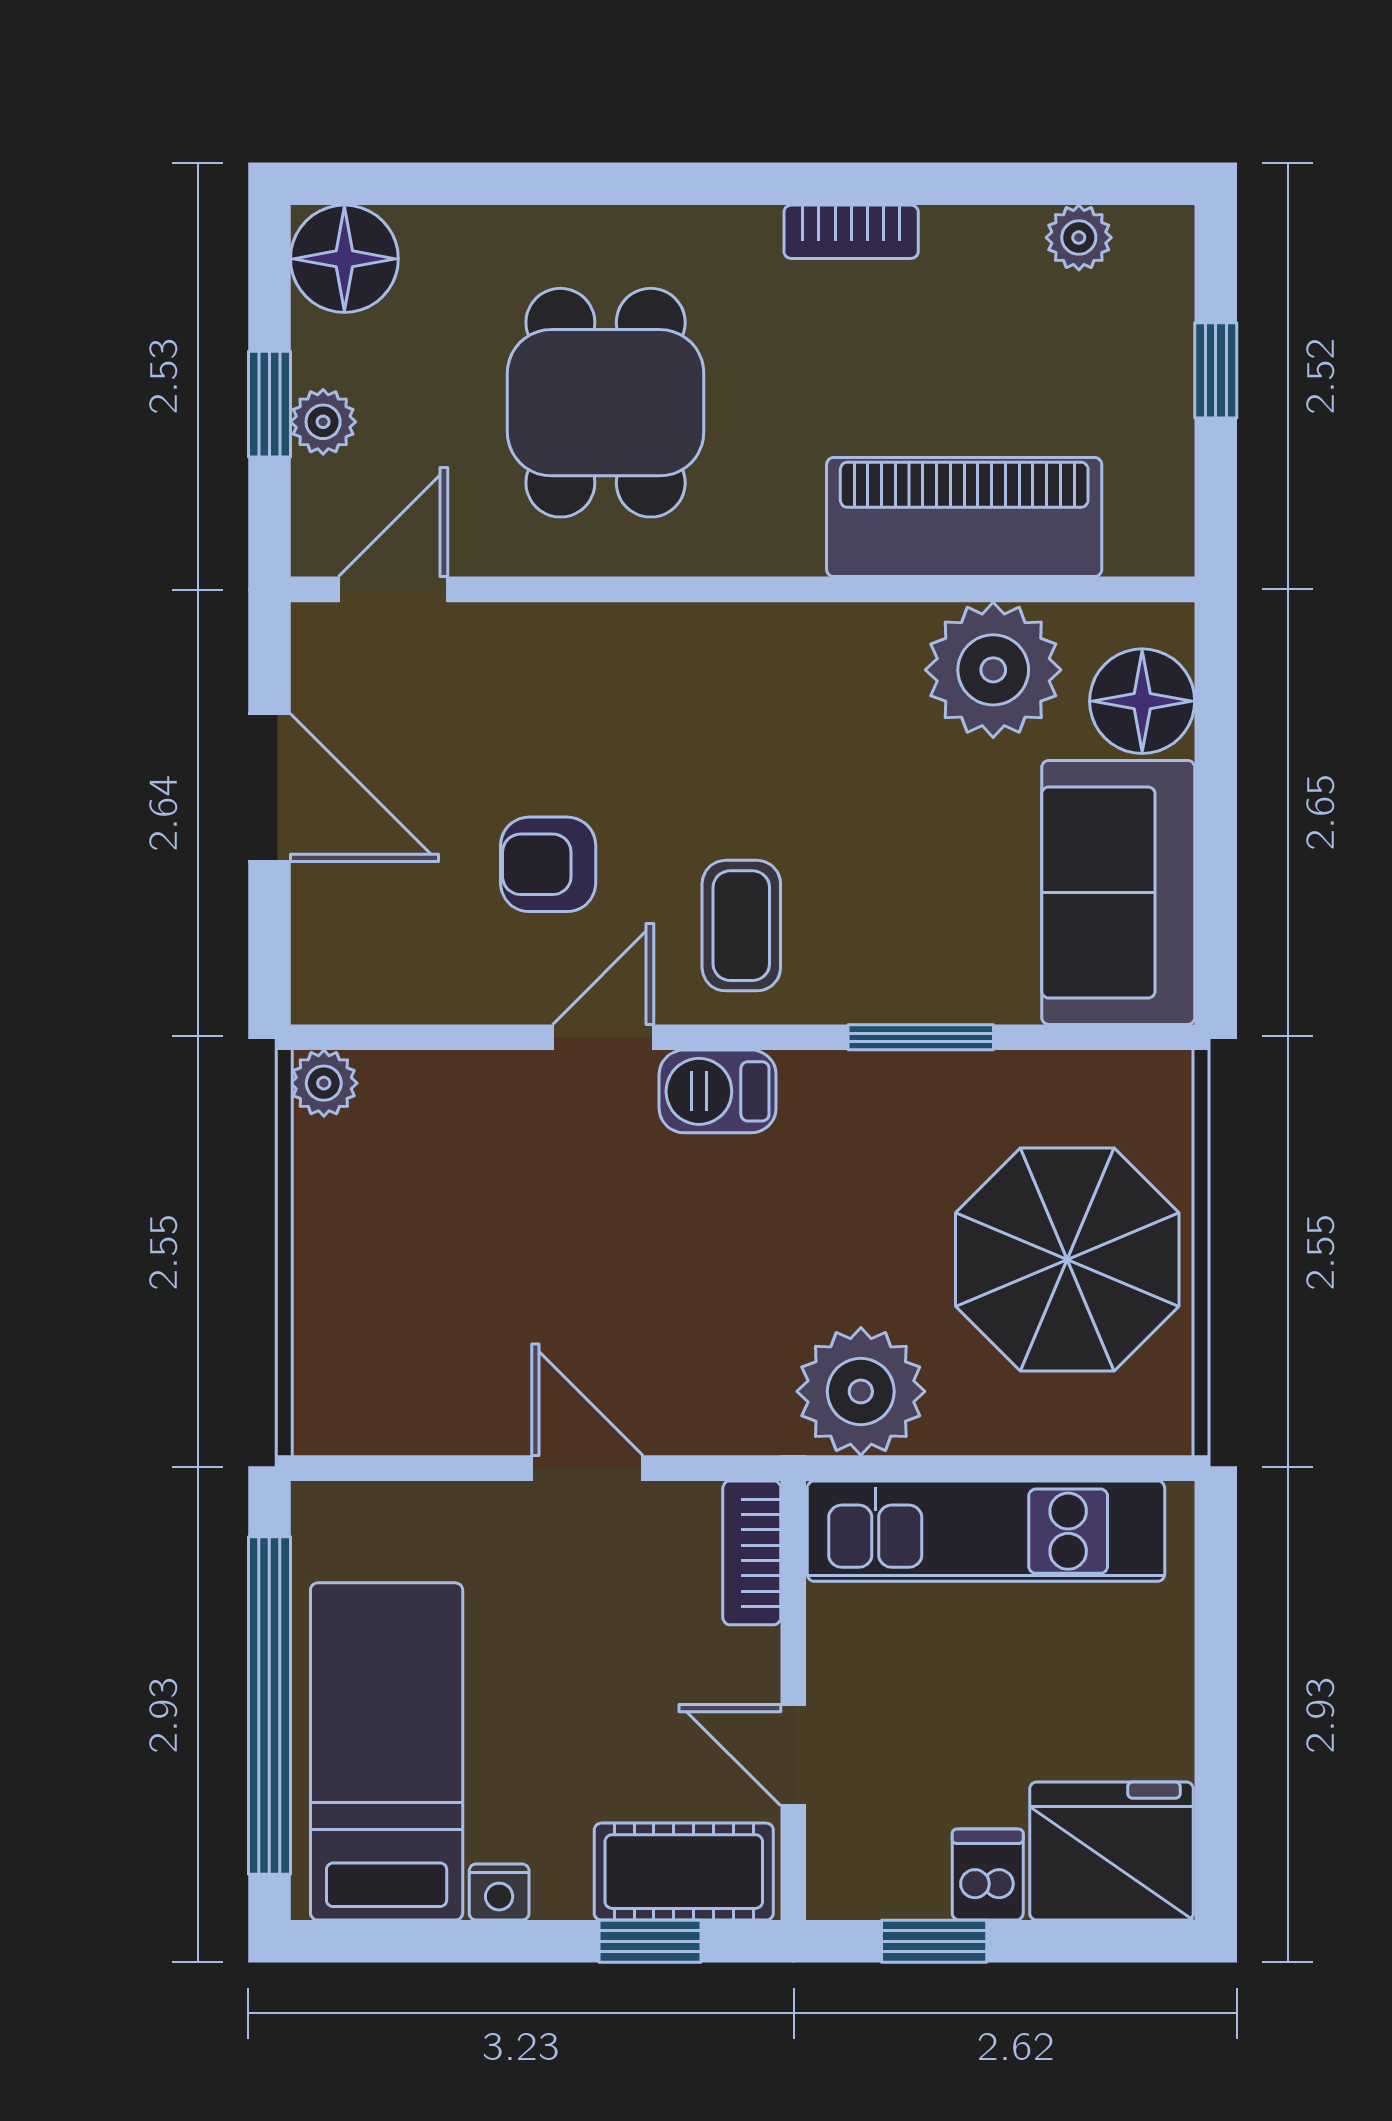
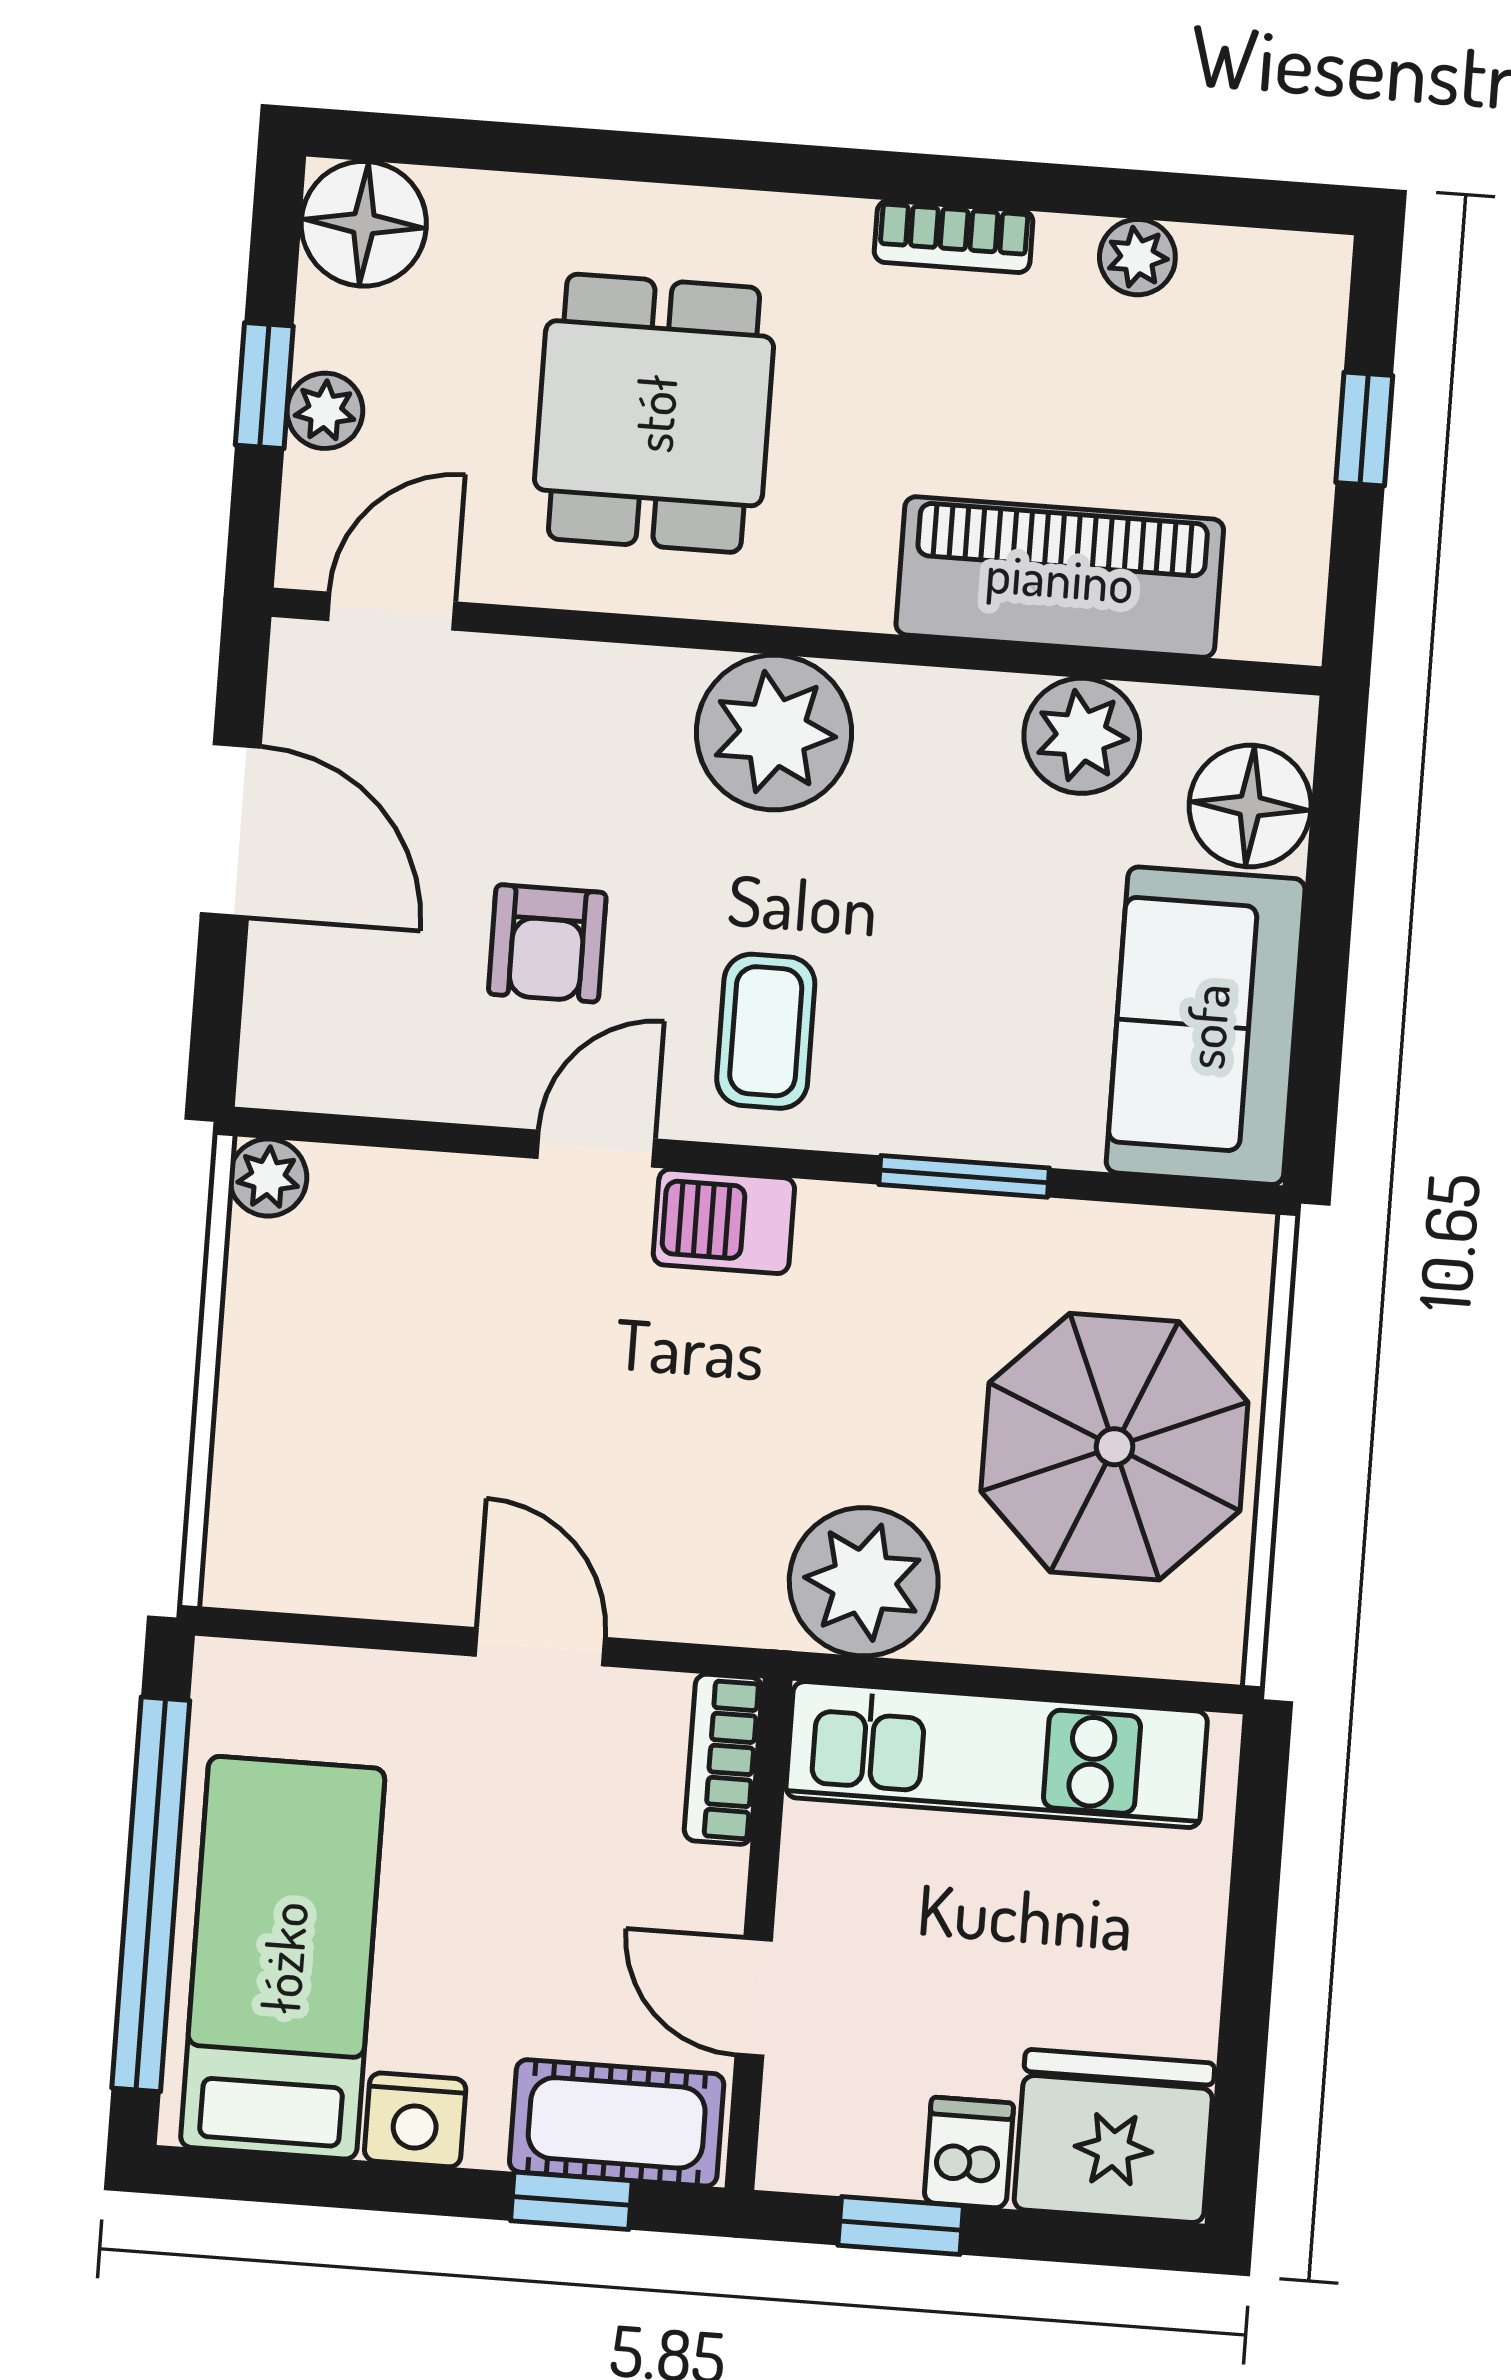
plant: (1079, 238) -> (1137, 257), moved
plant: (729, 669) -> (774, 733), added
plant: (993, 670) -> (1082, 736), width x0.73, depth x0.73
armchair: (548, 864) -> (547, 943), turned -90
nightstand: (499, 1892) -> (415, 2120), width x1.39, depth x1.35

